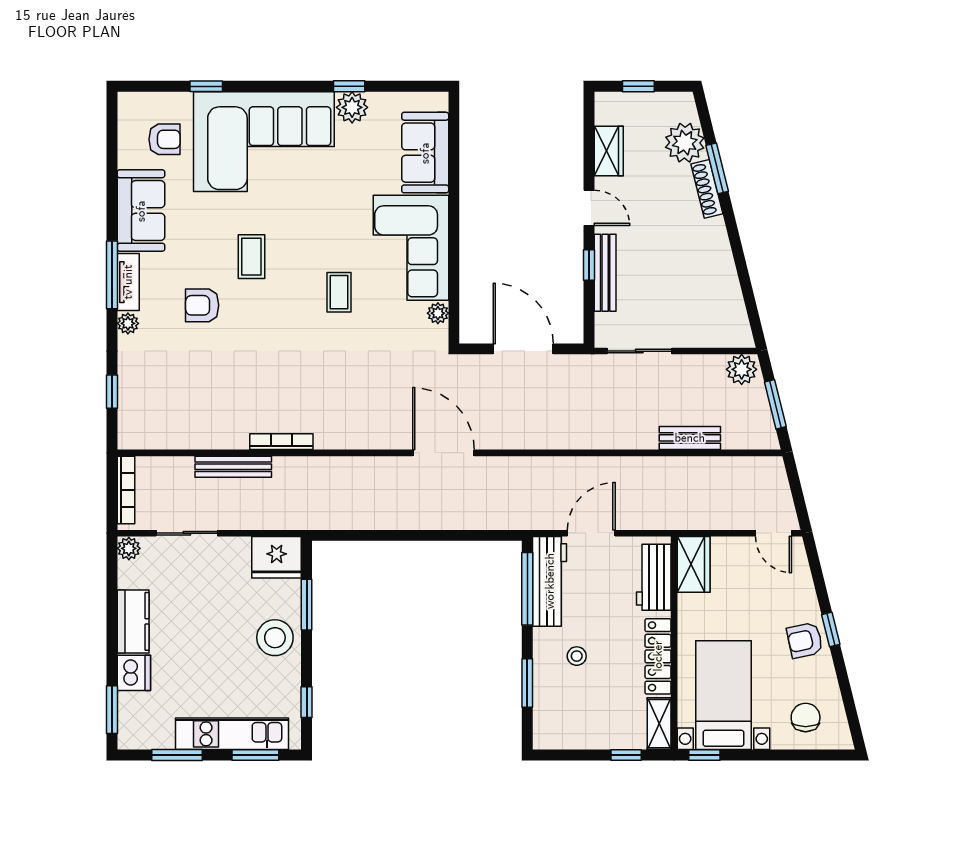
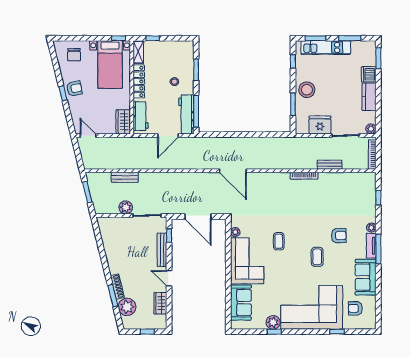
window: (589, 265) -> (169, 236), moved
plant: (742, 369) -> (126, 207), moved
bench: (233, 467) -> (330, 165), width x0.73
fridge: (277, 557) -> (320, 125), moved

